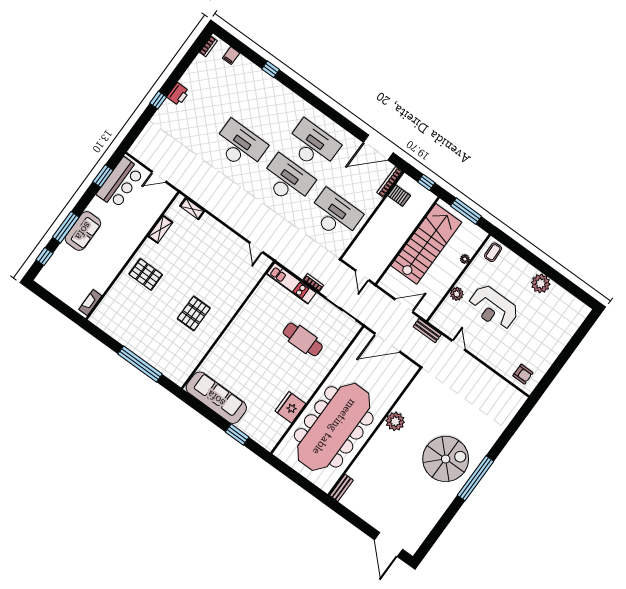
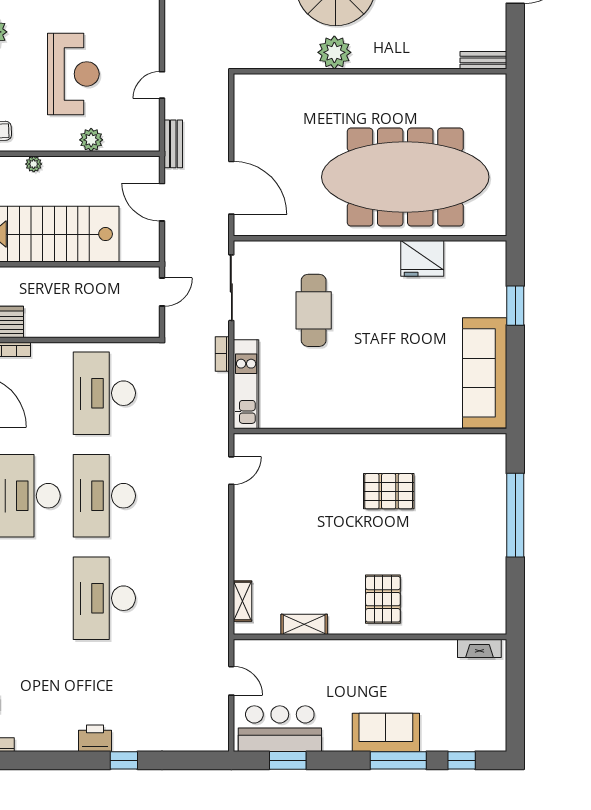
plant: (395, 421) -> (334, 52), moved
wall: (374, 432) -> (370, 71), moved
bench: (341, 488) -> (483, 60), moved

